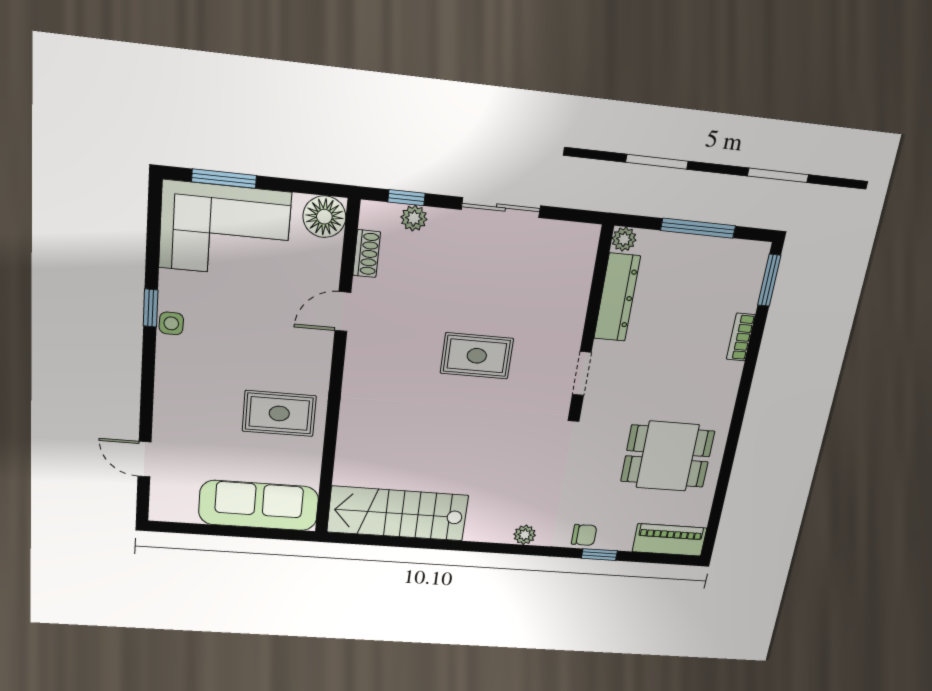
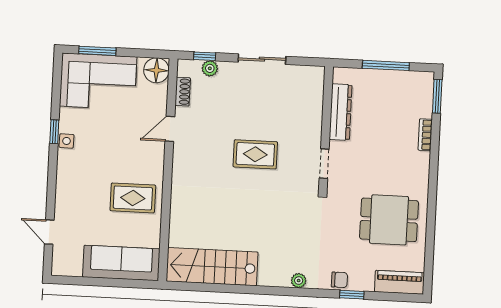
plant: (624, 239) -> (340, 75), removed

